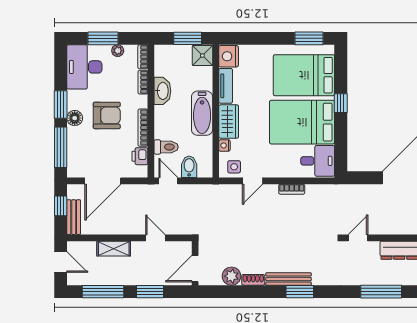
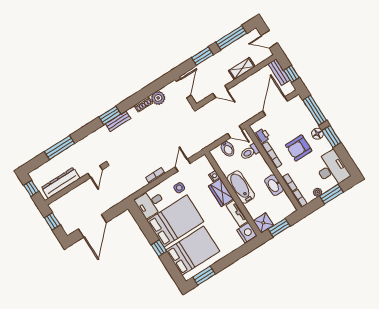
side table: (234, 167) -> (179, 188), moved
bench: (289, 279) -> (118, 121), width x0.73

